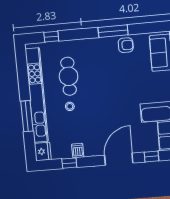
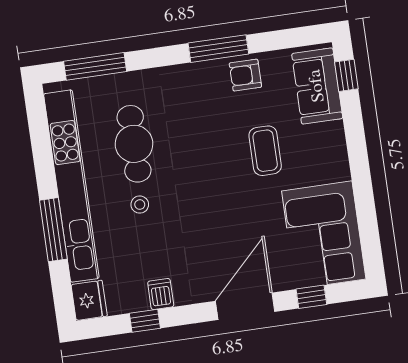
window: (51, 37) -> (95, 66), width x2.17
armchair: (126, 45) -> (245, 75), turned 180
coffee table: (133, 83) -> (265, 151), added

